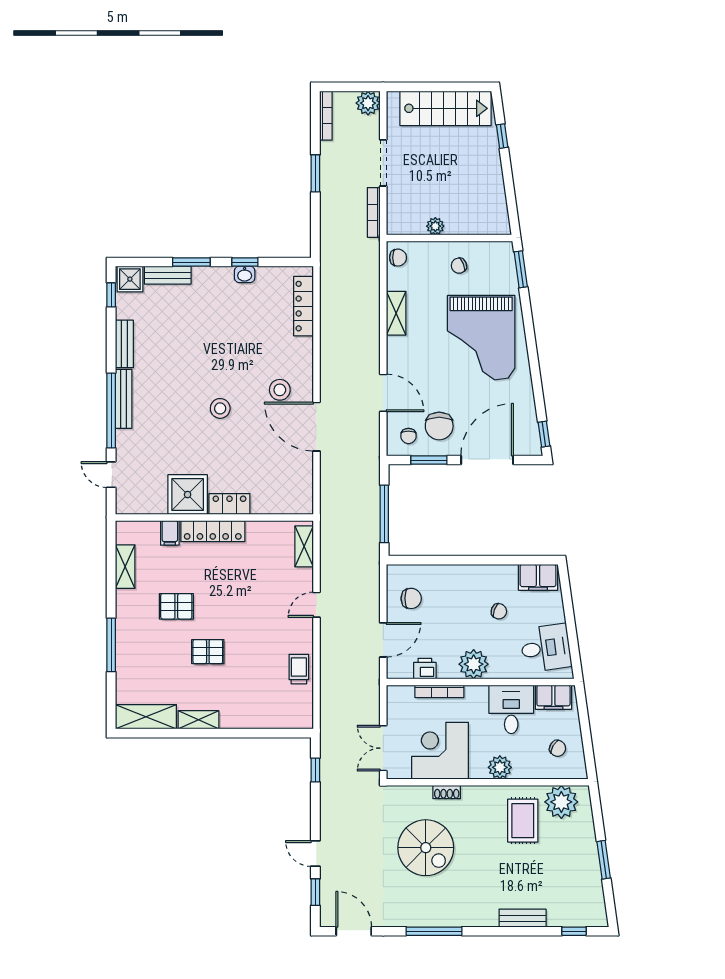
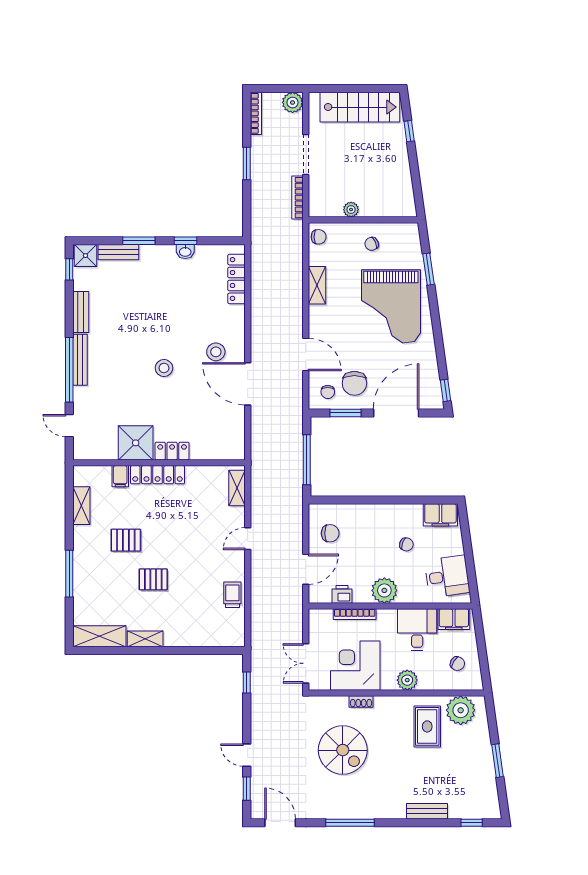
window: (521, 269) -> (429, 269), moved

